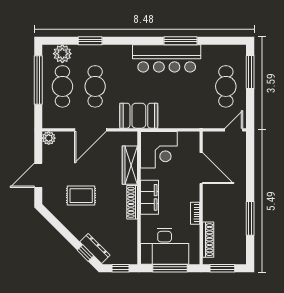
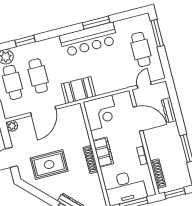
door: (234, 130) -> (144, 85), moved
wardrobe: (130, 165) -> (81, 131), removed
dresser: (240, 167) -> (169, 110), added
rug: (81, 196) -> (49, 165), width x1.36, depth x1.43

